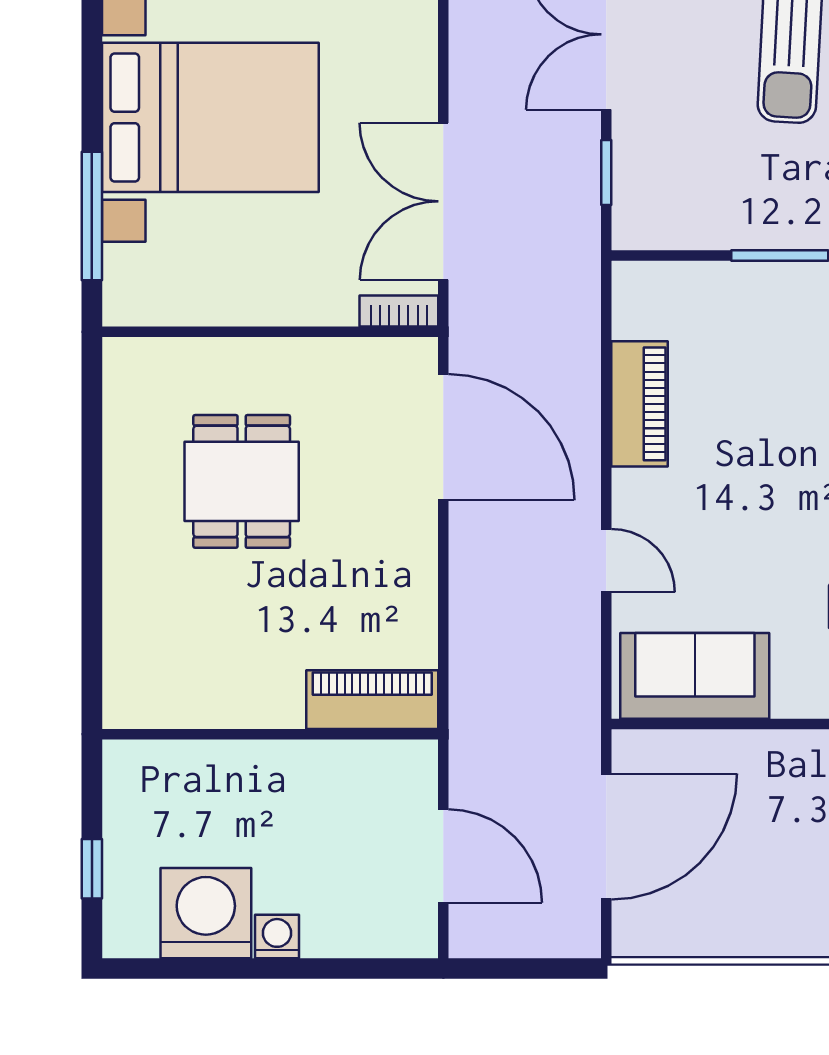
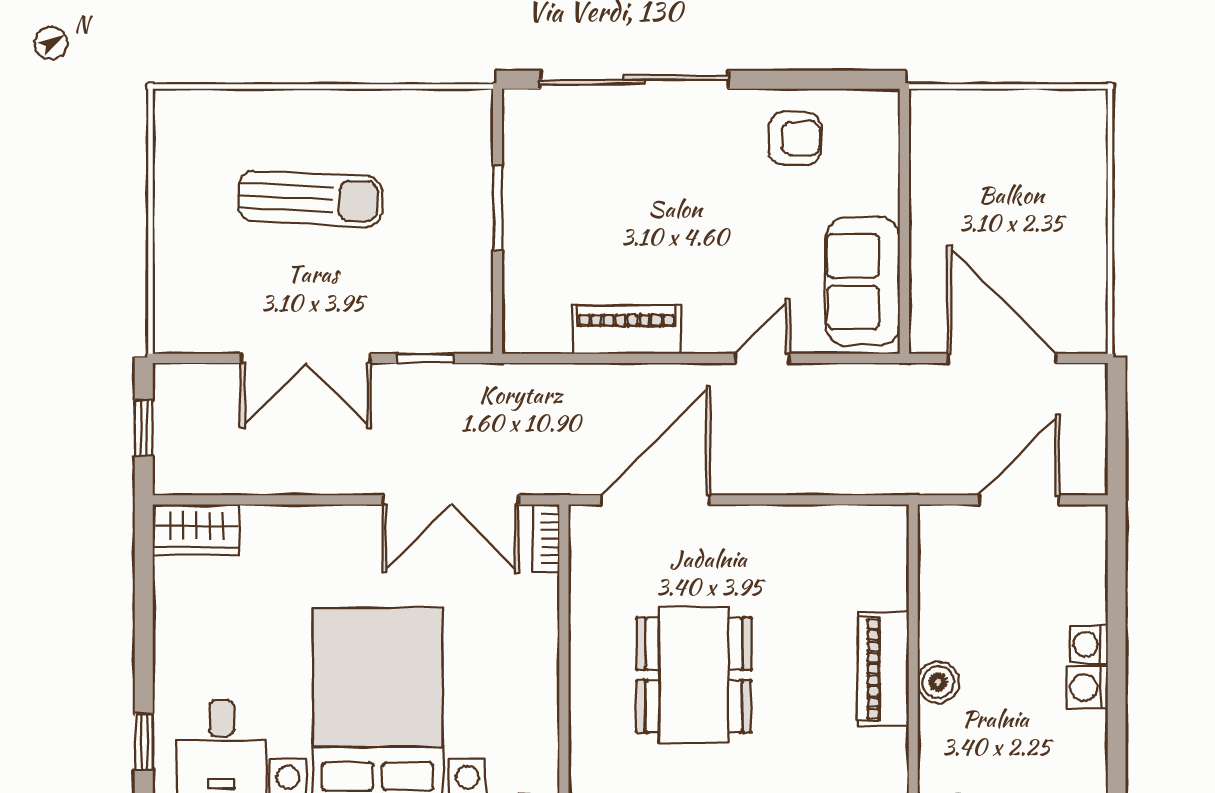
dining table: (242, 481) -> (694, 675), width x1.38
piano: (372, 700) -> (883, 669), moved
boiler: (233, 763) -> (938, 682), added
washing machine: (206, 913) -> (1087, 688), width x0.53, depth x0.53

